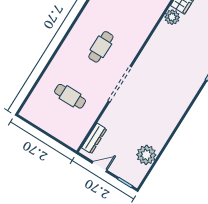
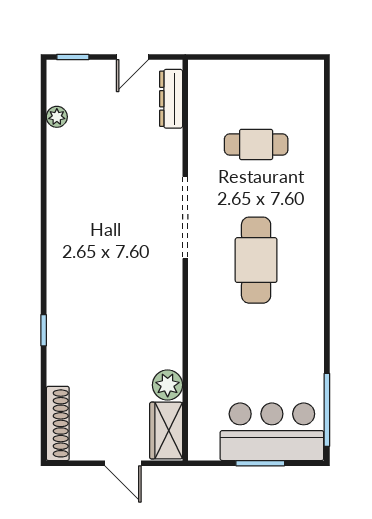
cafe table: (101, 47) -> (256, 260), width x1.37, depth x1.35
plant: (146, 155) -> (57, 117), width x0.53, depth x0.53

